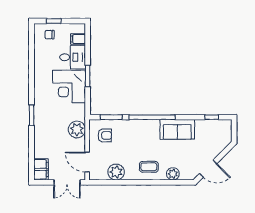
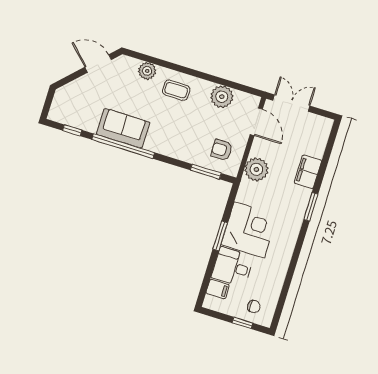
window: (152, 117) -> (123, 146), moved
filing cabinet: (41, 169) -> (308, 172), moved

